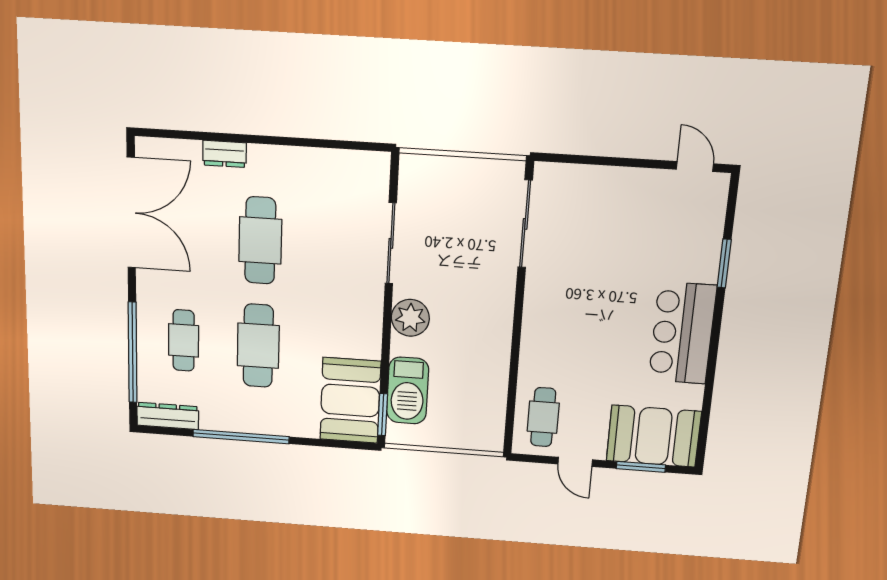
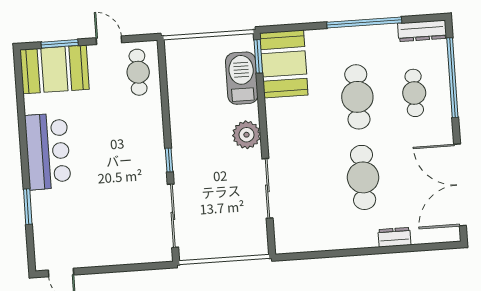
window: (519, 299) -> (169, 160), added

